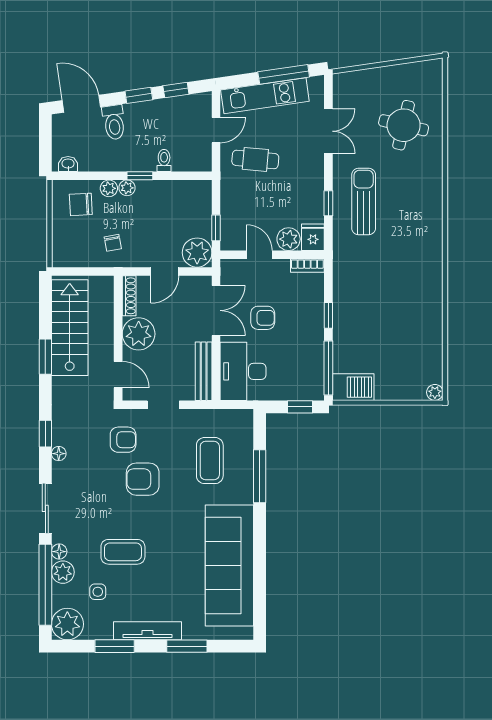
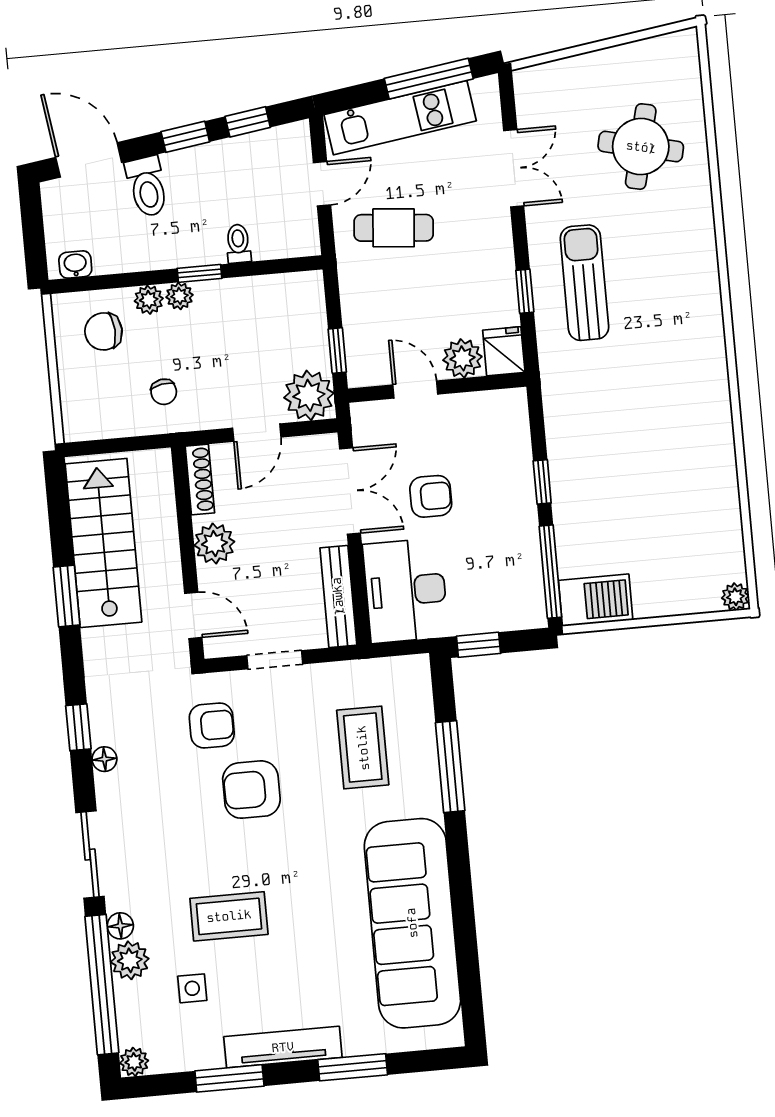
bookcase: (307, 266) -> (499, 401), removed
plant: (139, 334) -> (214, 544), width x0.73, depth x0.73
window: (300, 407) -> (479, 645), moved
plant: (67, 624) -> (134, 1062), width x0.53, depth x0.53

